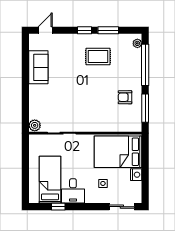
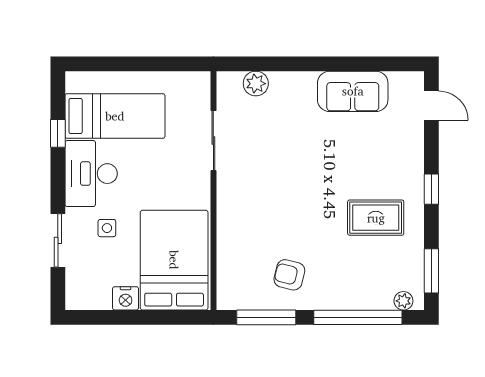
window: (108, 30) -> (431, 271), moved
rug: (98, 56) -> (376, 218), turned 90
armchair: (125, 97) -> (289, 275), turned -76
plant: (35, 125) -> (256, 84), moved
desk: (73, 191) -> (91, 174), width x1.37
sliding door: (122, 207) -> (58, 240), moved

